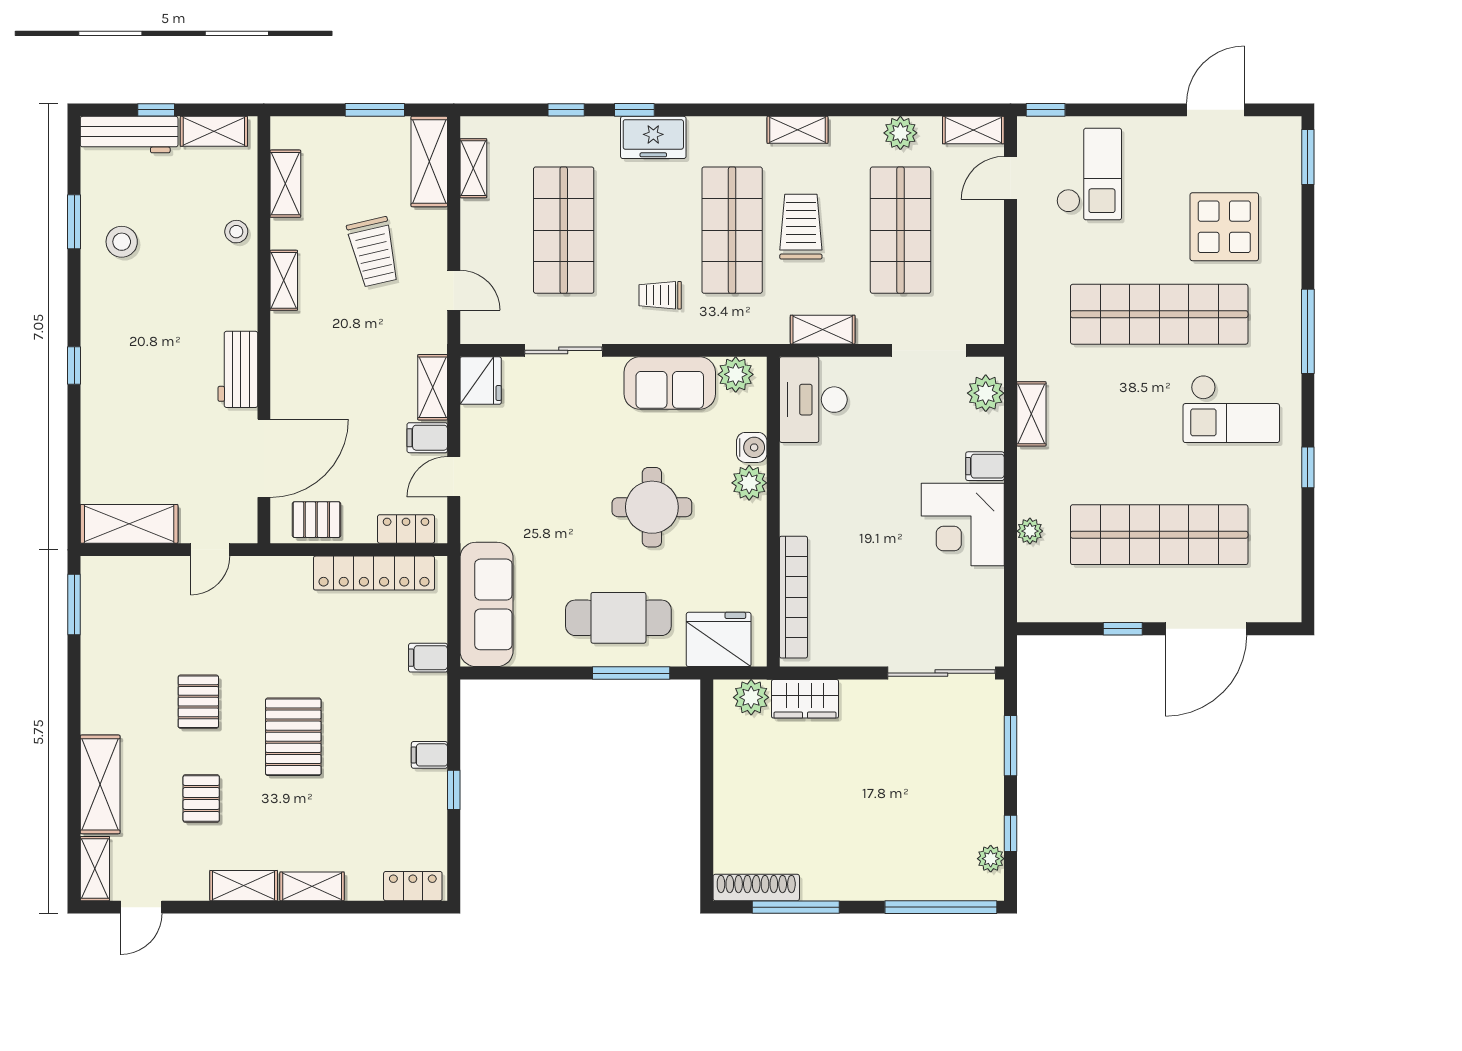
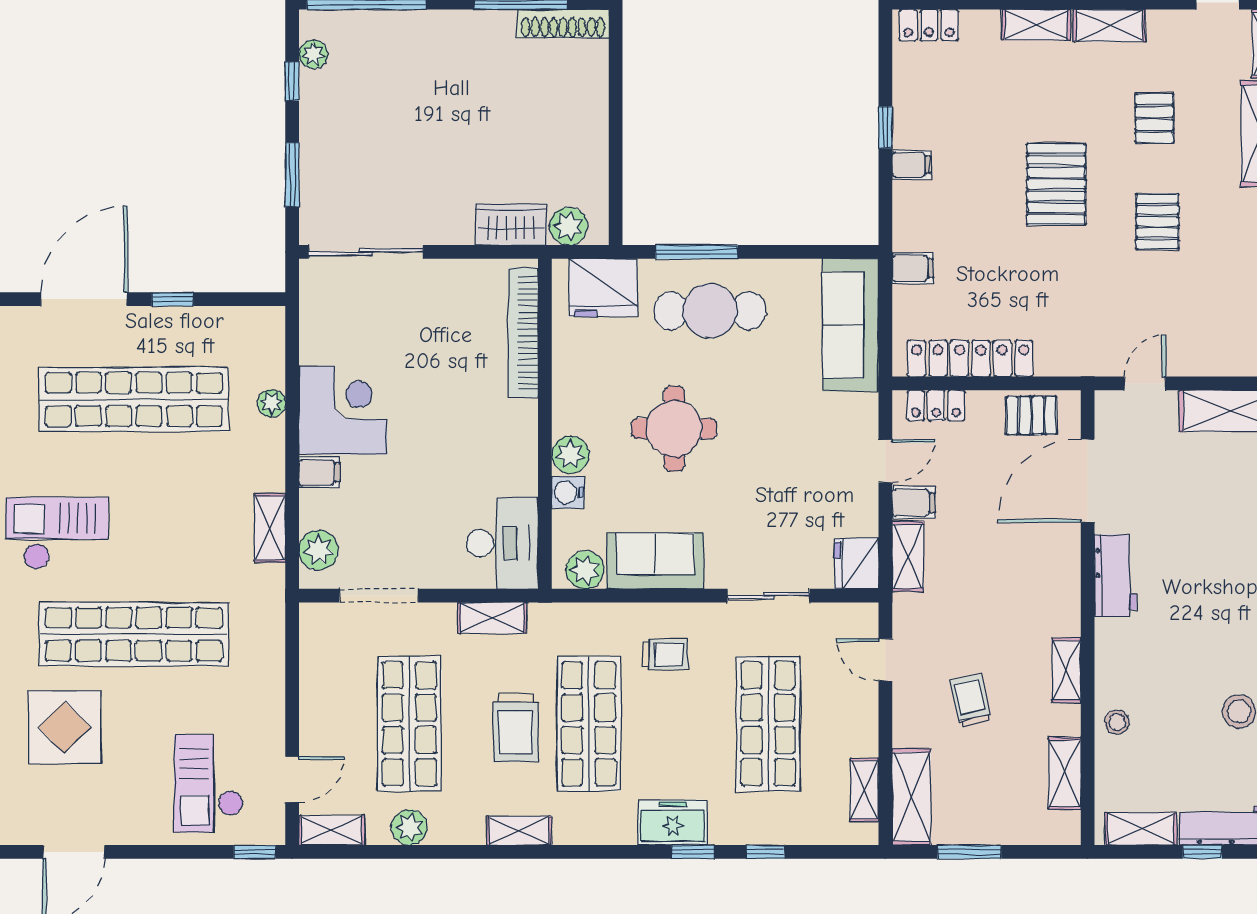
trolley: (374, 252) -> (971, 701), width x0.73, depth x0.72

